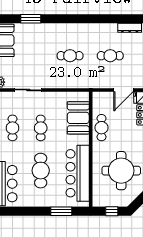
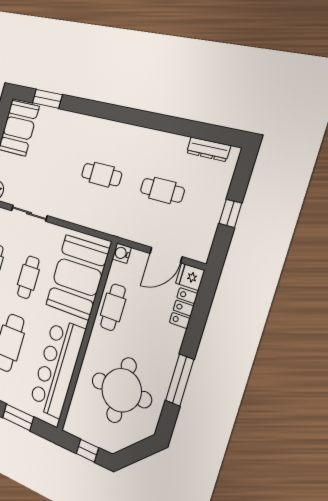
window: (31, 19) -> (47, 99), moved
water cooler: (97, 96) -> (122, 253), added
booth: (78, 118) -> (77, 277), width x1.36, depth x1.42

